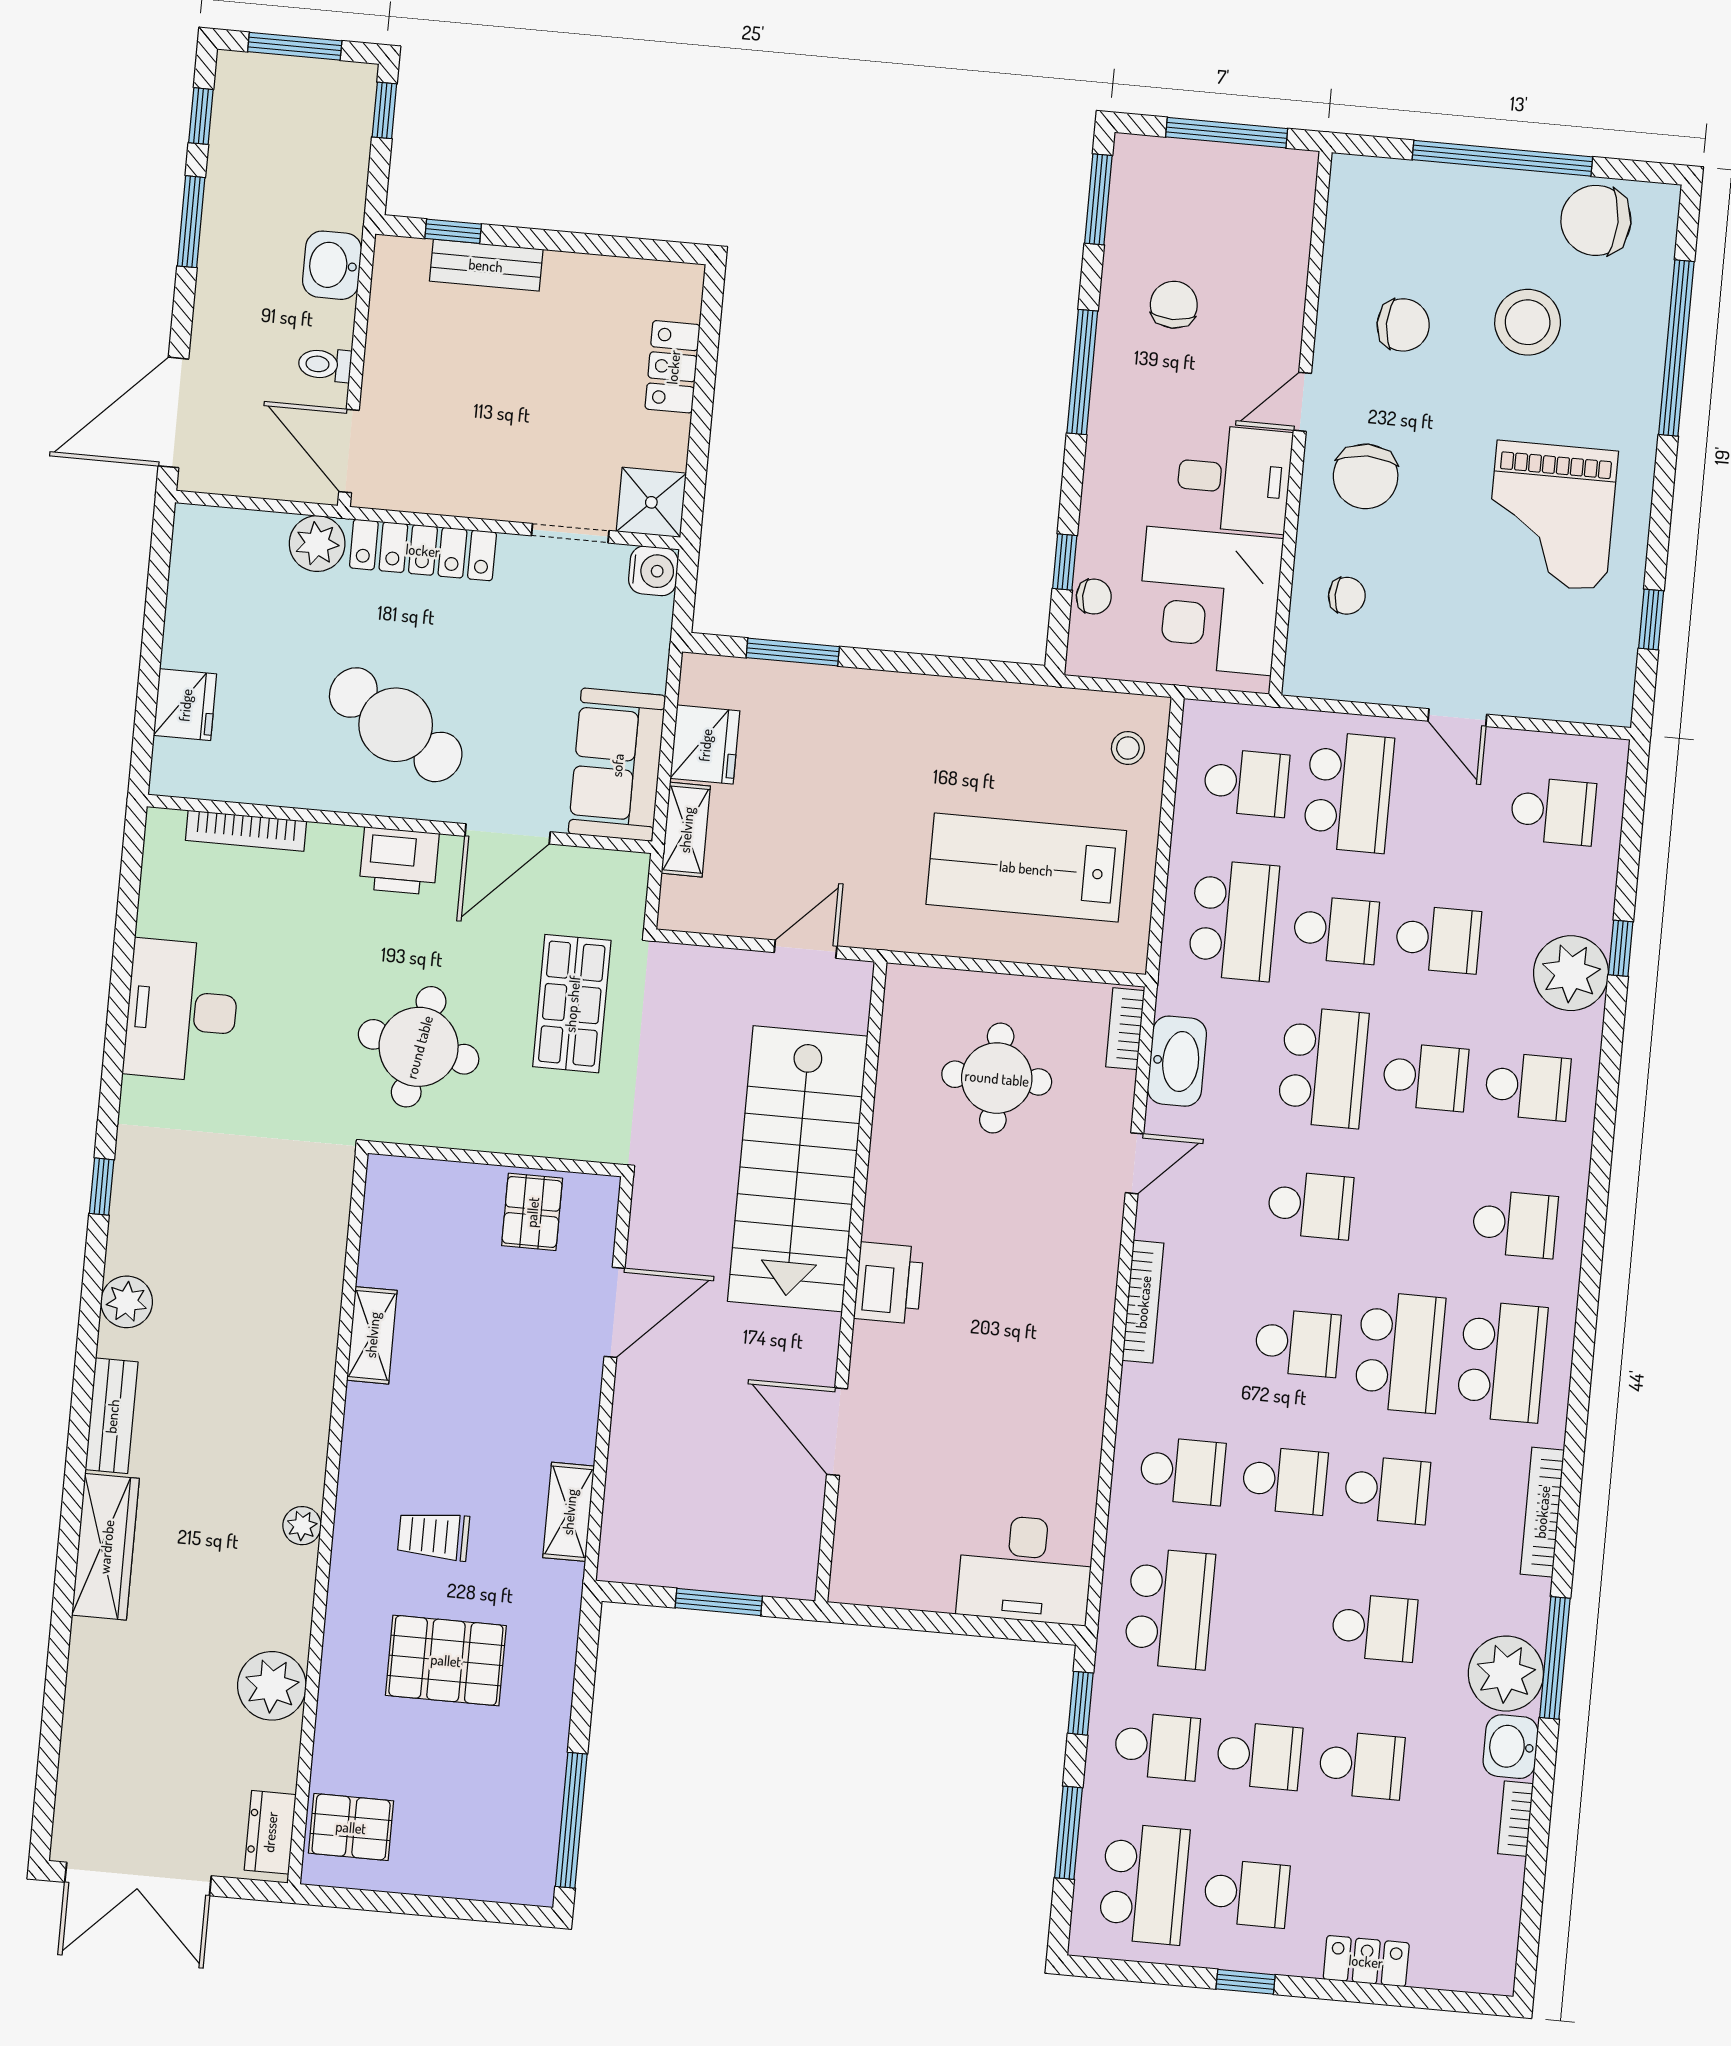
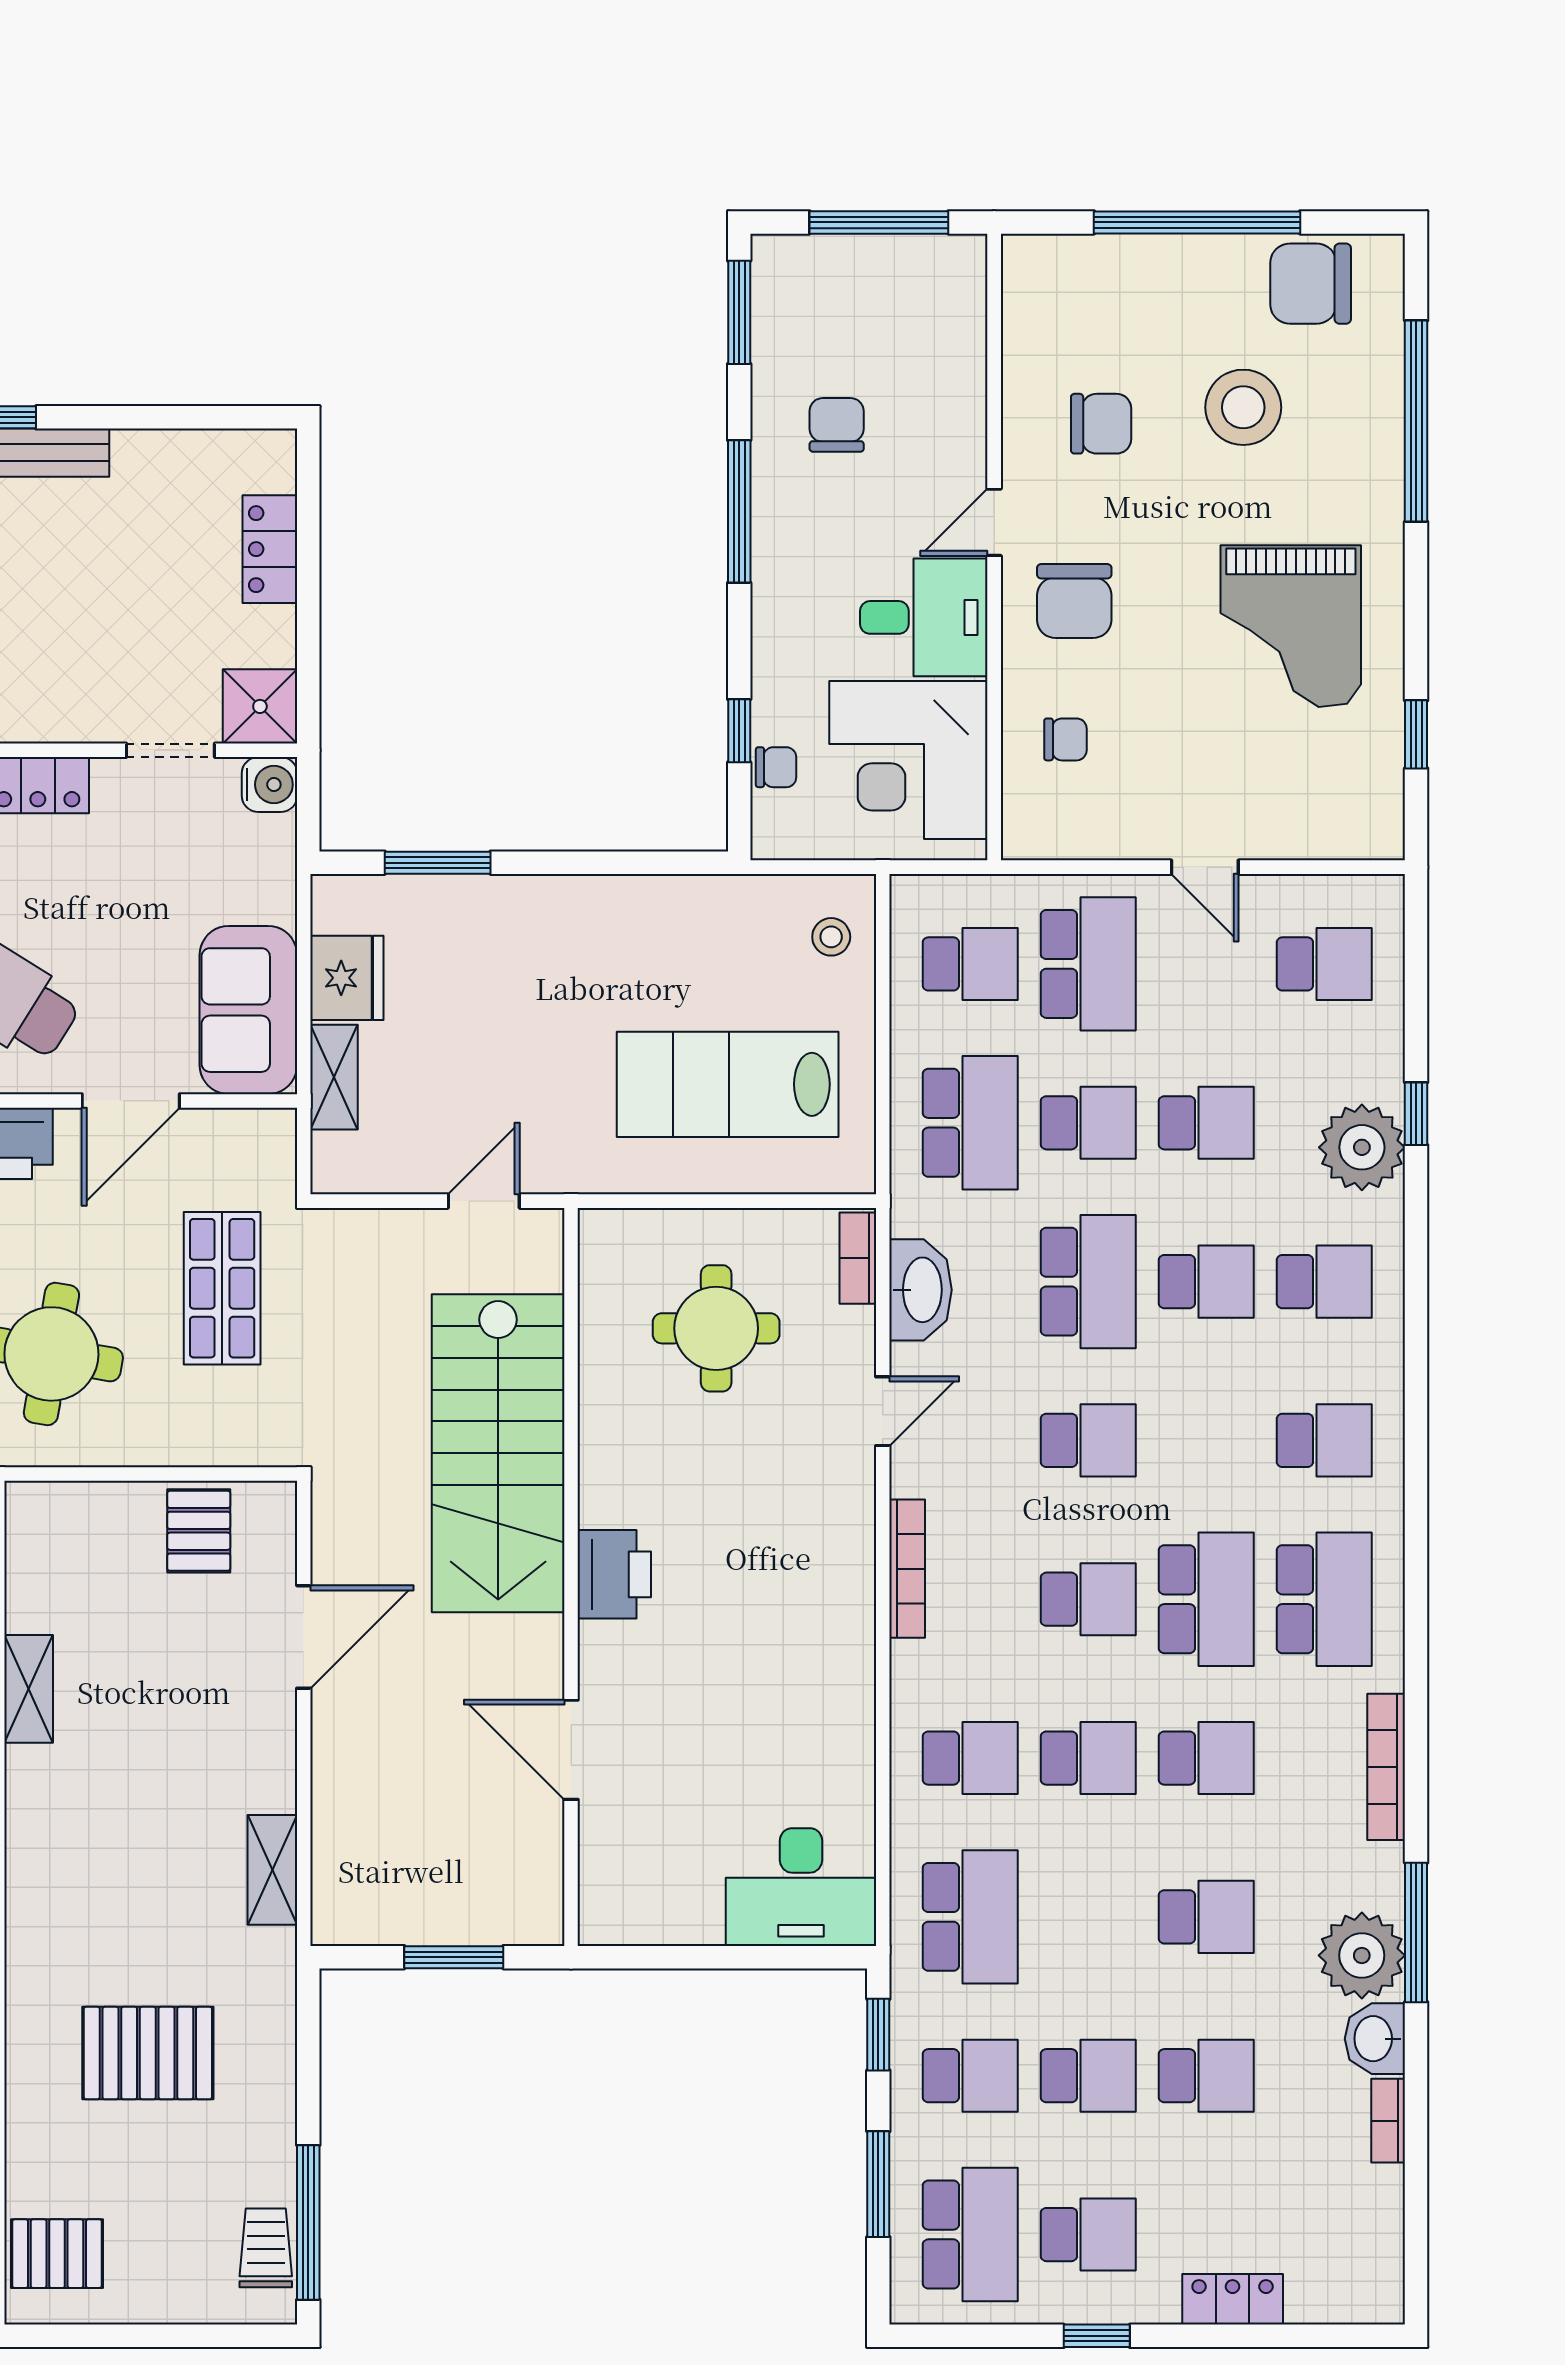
trolley: (433, 1536) -> (266, 2248), moved, turned 90

